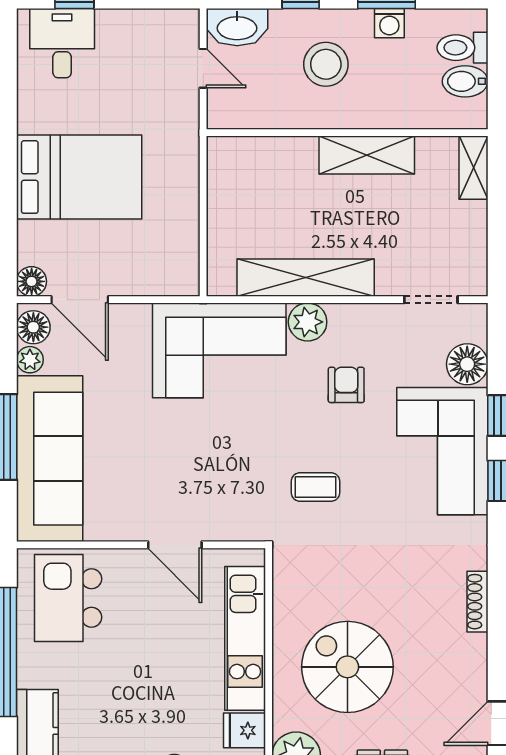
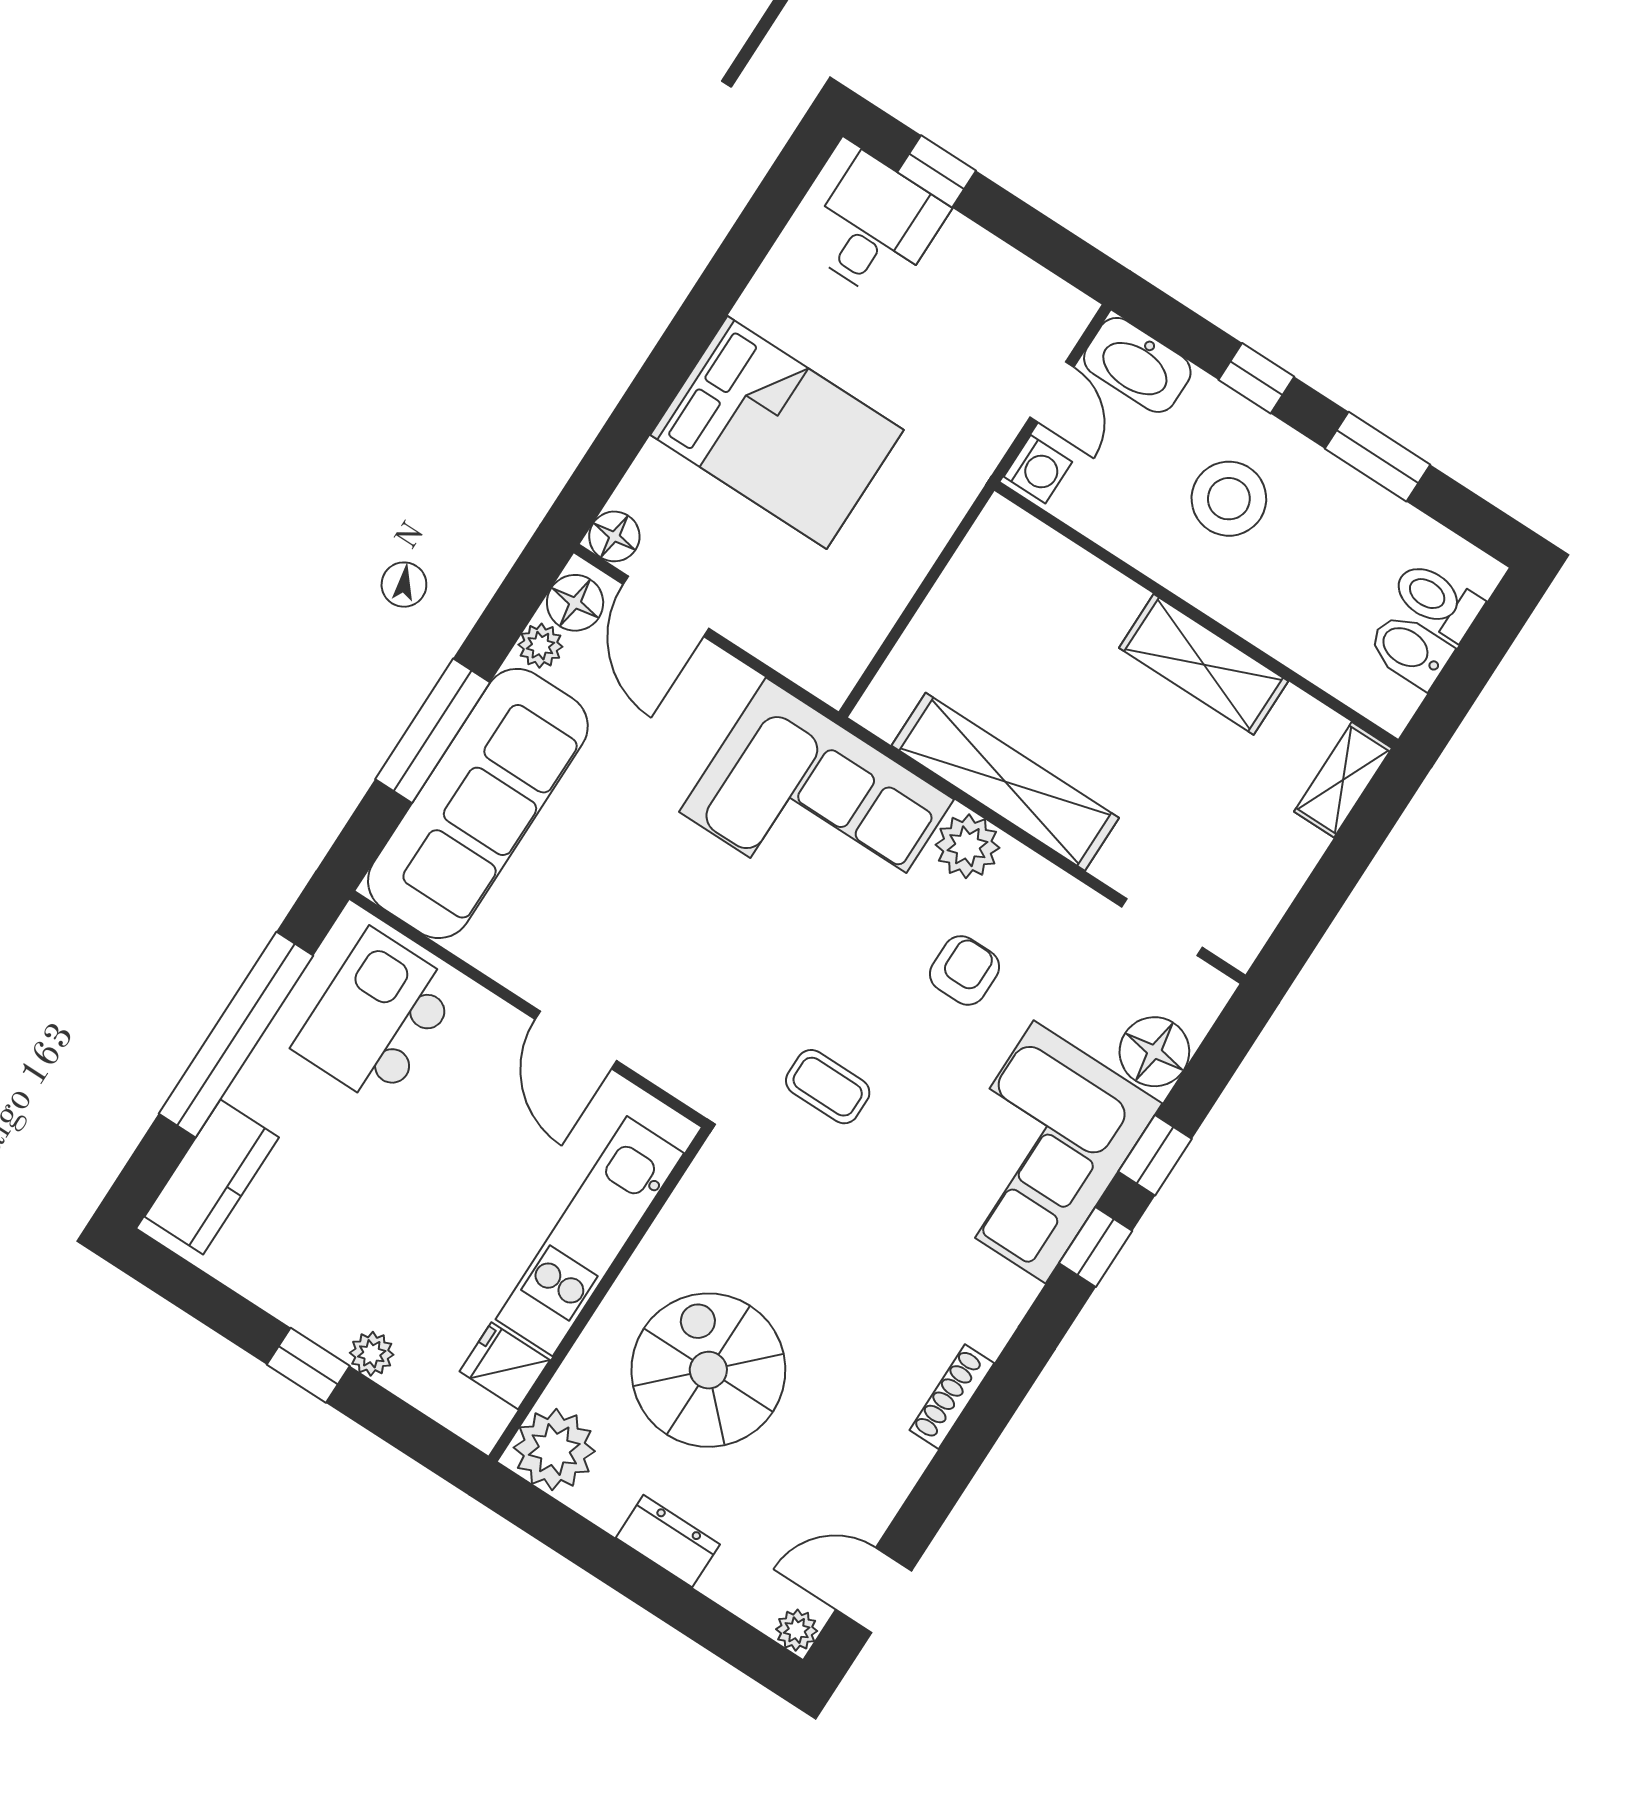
washing machine: (389, 23) -> (1038, 469), moved, turned -90

